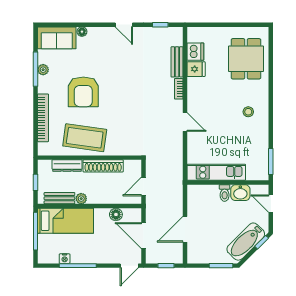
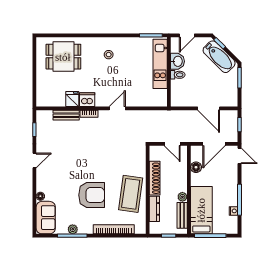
dishwasher: (195, 52) -> (87, 100), moved
kitchen unit: (216, 172) -> (160, 64), moved

